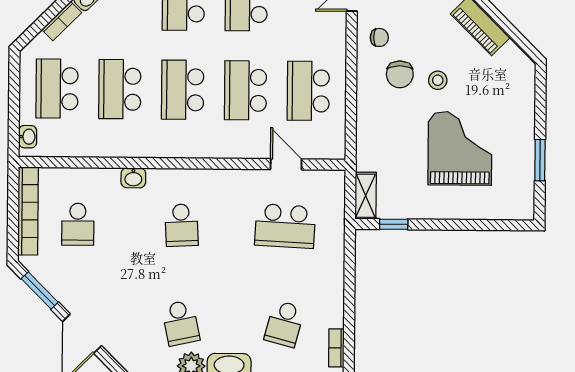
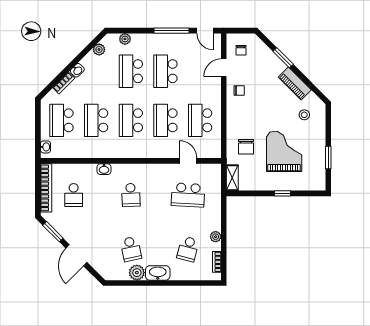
chair: (400, 74) -> (246, 147), moved
stool: (438, 80) -> (304, 115), moved
window: (394, 224) -> (283, 193), moved
plant: (334, 302) -> (216, 237), added

